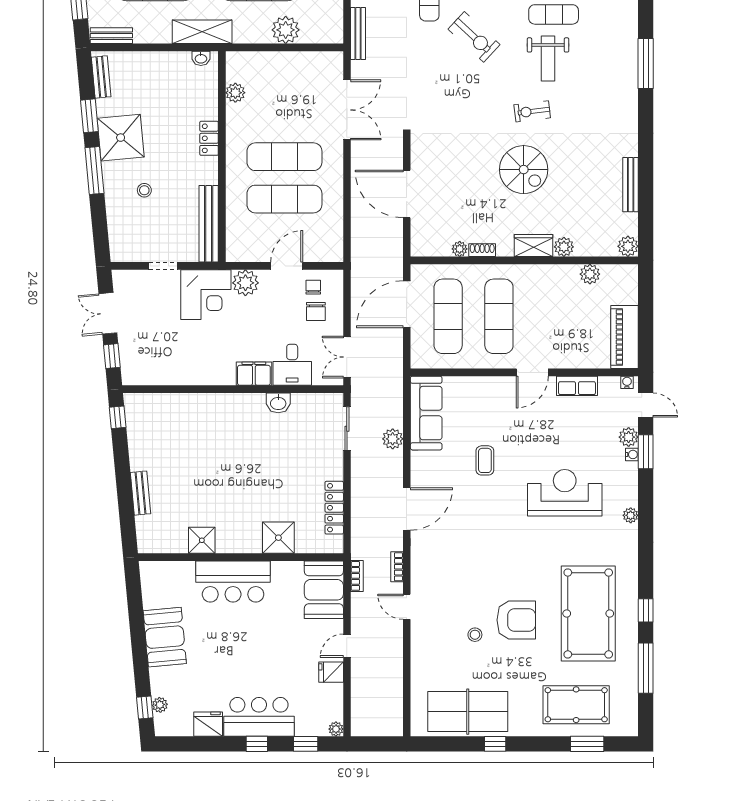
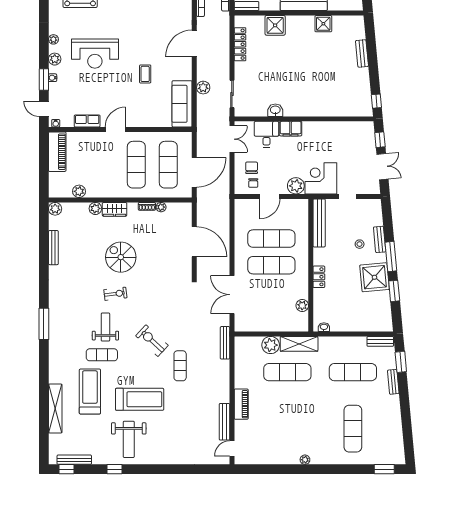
shelving: (202, 32) -> (299, 344), moved
bench: (101, 77) -> (380, 239), moved
plant: (629, 437) -> (55, 59), moved

